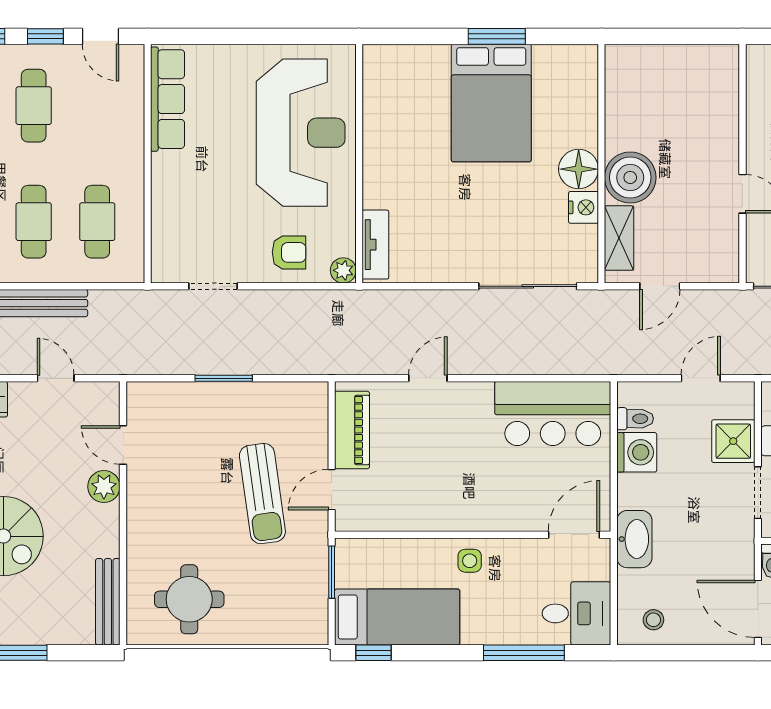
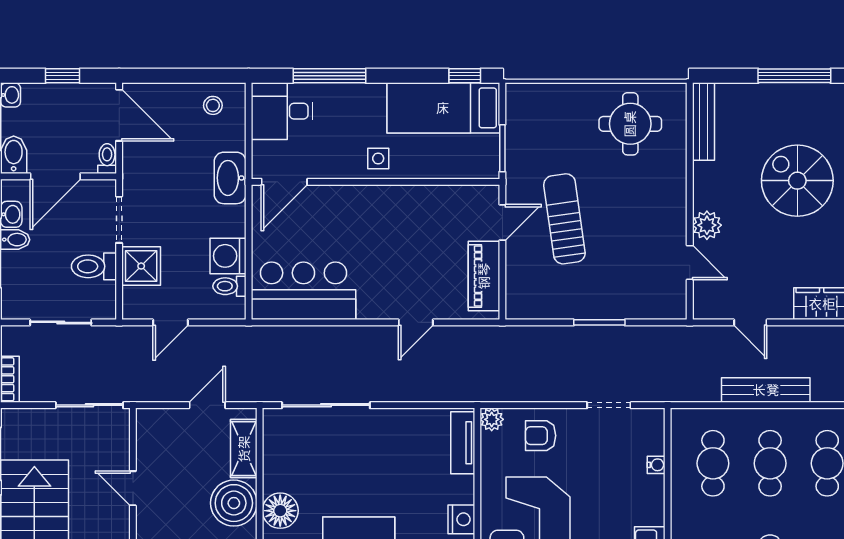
nightstand: (584, 207) -> (461, 519), moved, turned 180
water cooler: (160, 220) -> (656, 465), added

